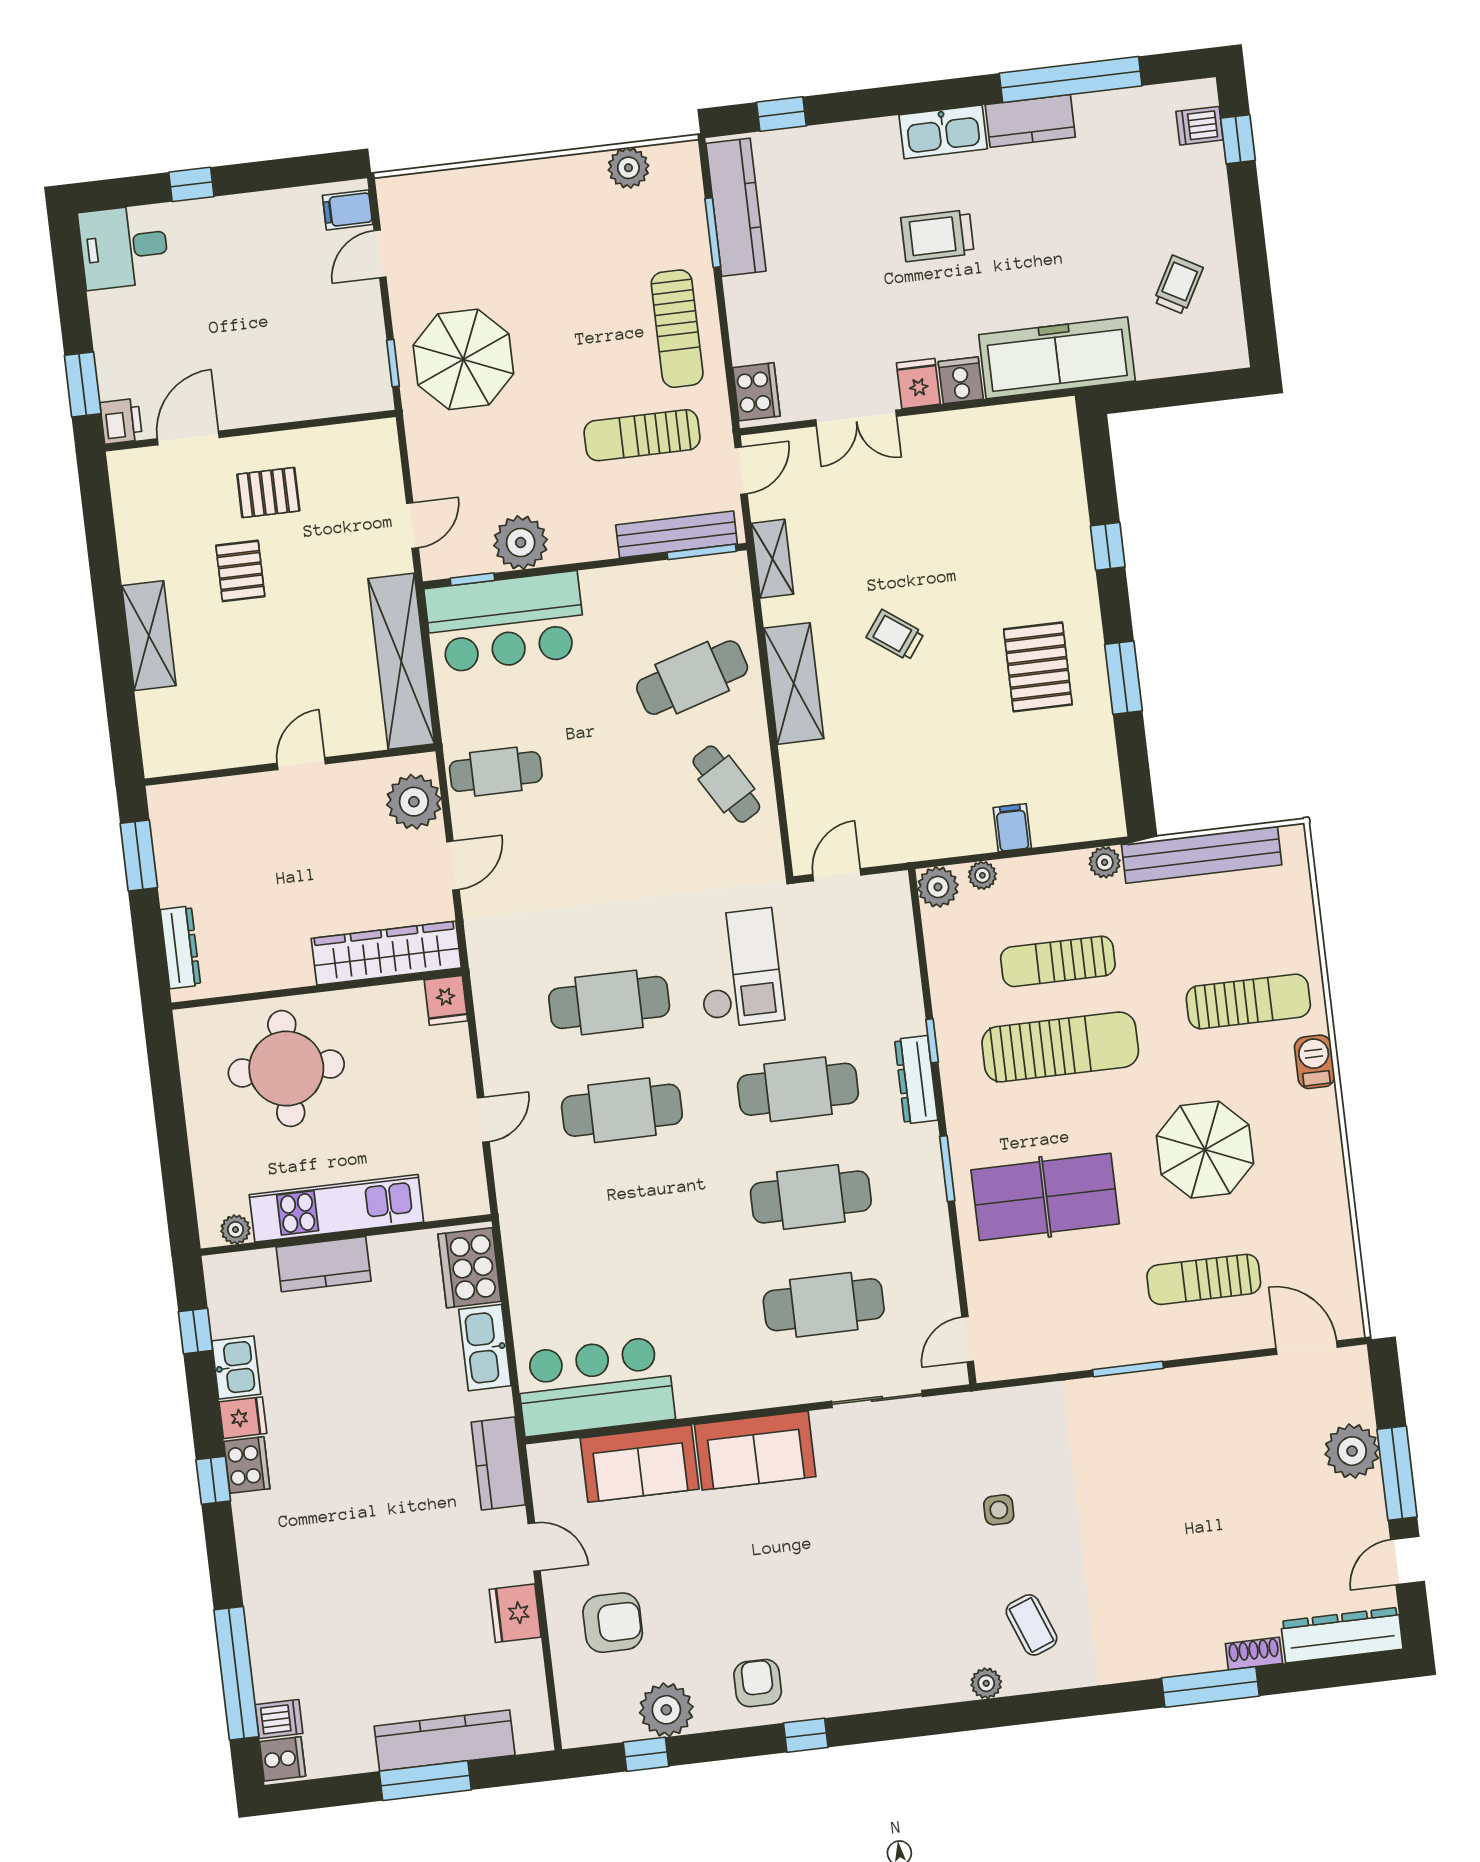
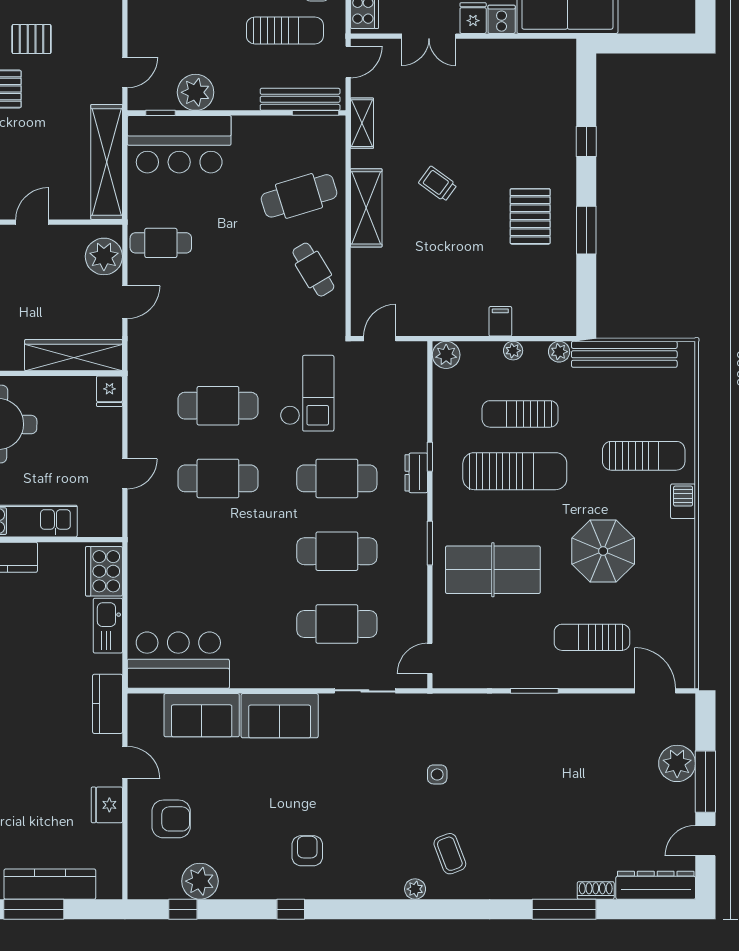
sun lounger: (642, 435) -> (285, 31), turned 180
plant: (982, 875) -> (513, 351), moved
dresser: (916, 1080) -> (416, 473), width x0.70
armchair: (758, 1683) -> (307, 851), moved

